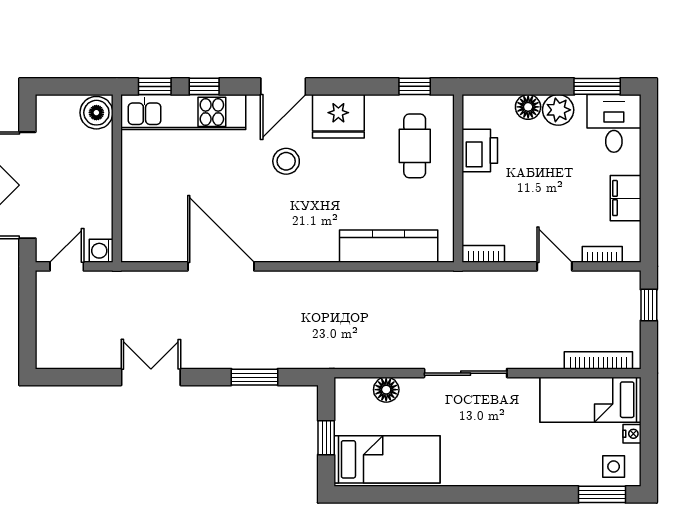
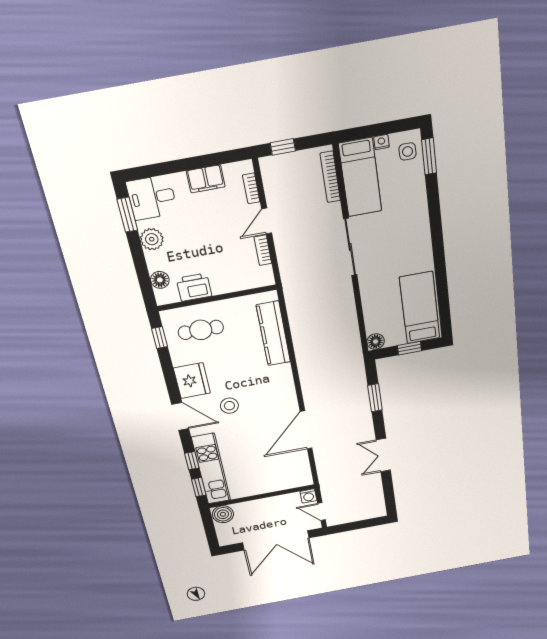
floor lamp: (528, 107) -> (160, 280), moved
bookcase: (483, 254) -> (263, 250), moved
sliding door: (466, 373) -> (350, 247), moved
floor lamp: (386, 390) -> (376, 342), moved

